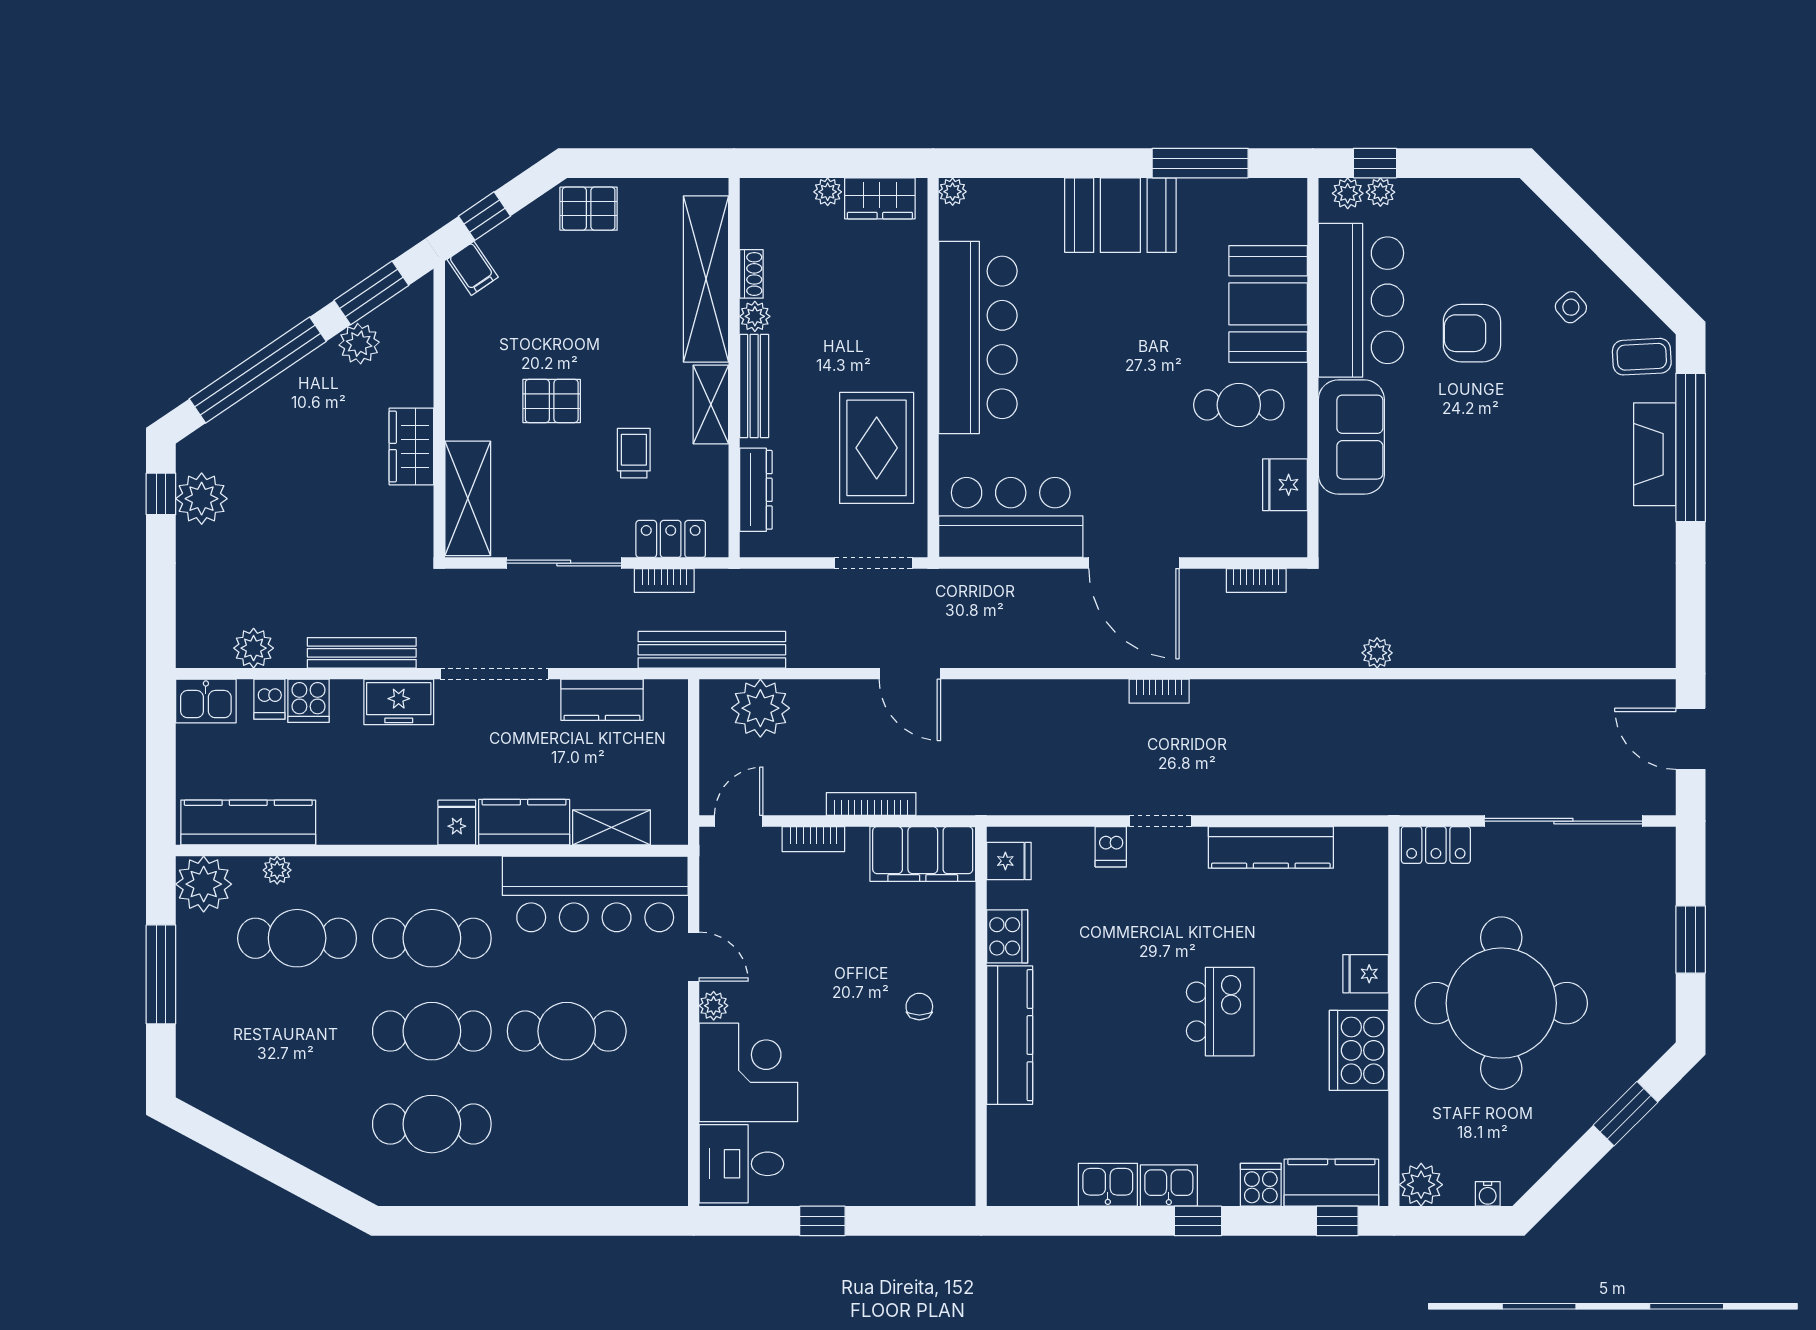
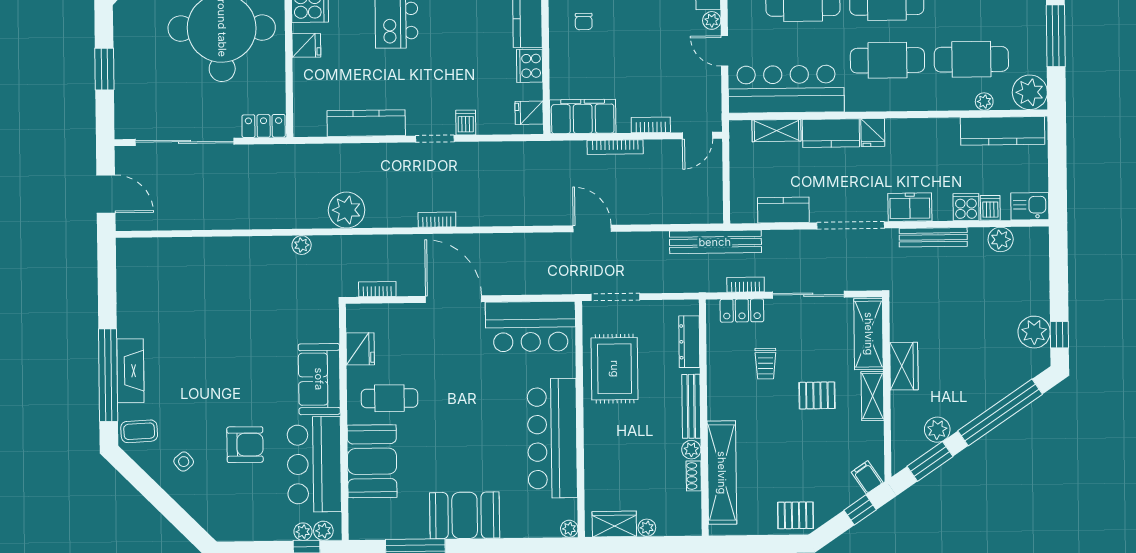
shelving: (711, 404) -> (873, 396), moved
plant: (760, 708) -> (347, 210), moved

